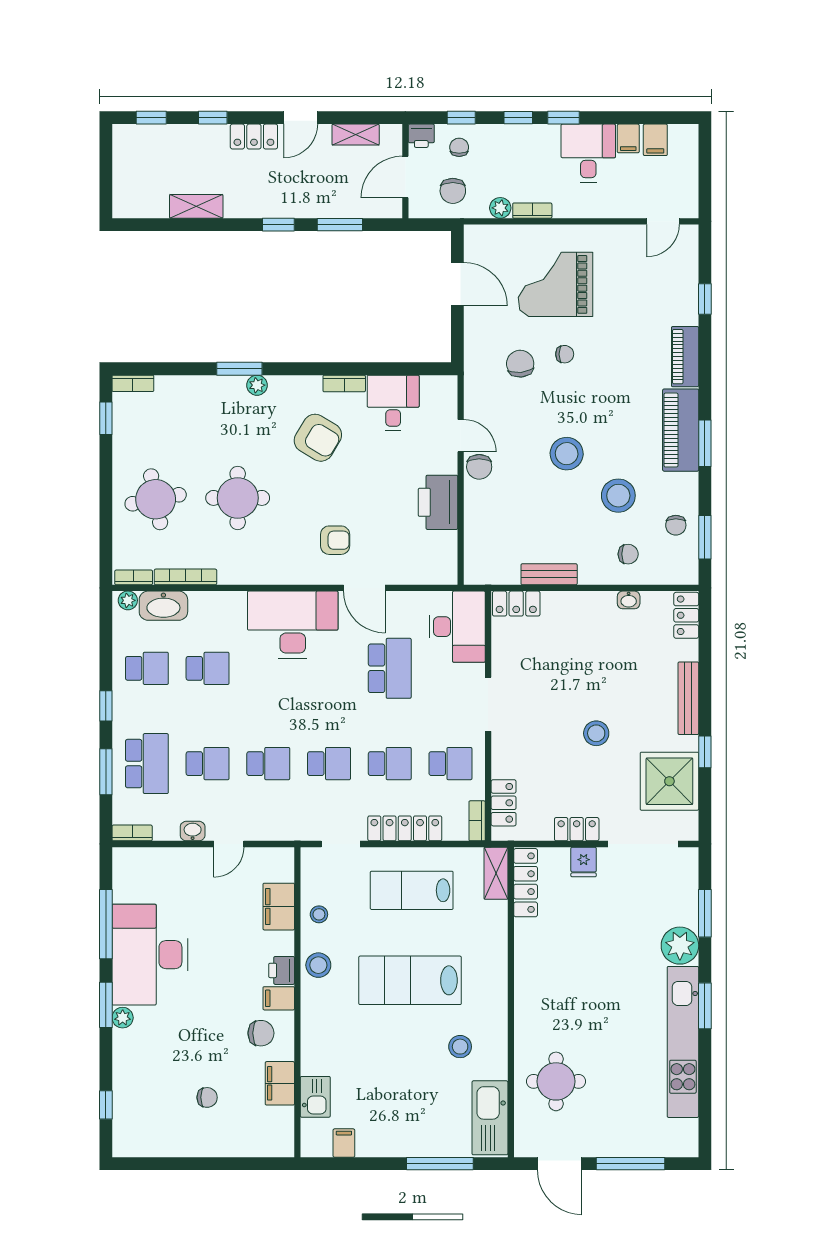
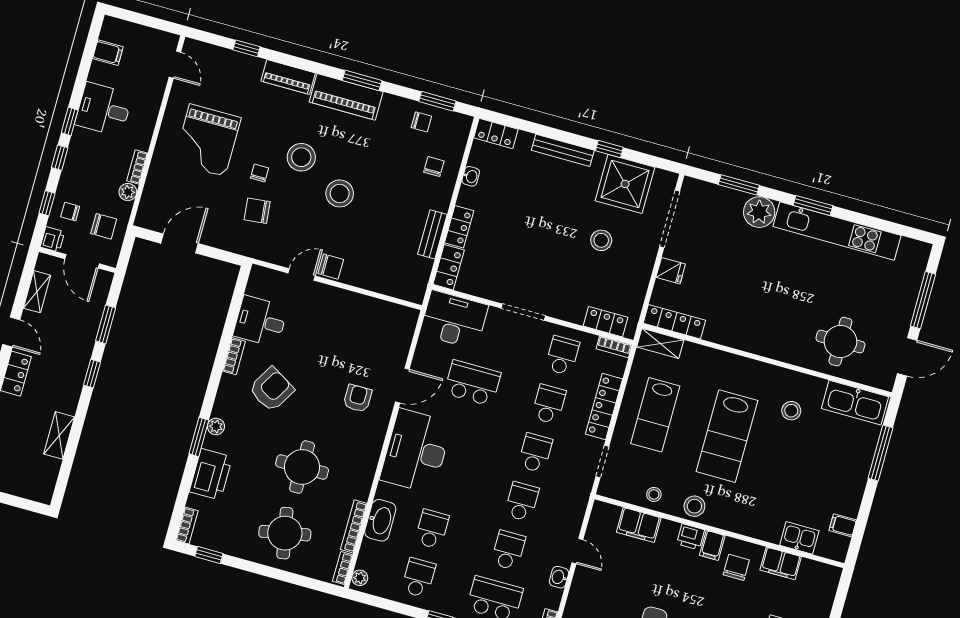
filing cabinet: (628, 138) -> (101, 74), removed
grand piano: (555, 284) -> (207, 140), moved
stool: (618, 496) -> (301, 157), moved
printer: (438, 502) -> (211, 474), moved, turned -90
washbasin: (163, 606) -> (380, 520), moved
stool: (596, 733) -> (601, 240), moved
locker: (577, 829) -> (459, 227), moved, turned 180

